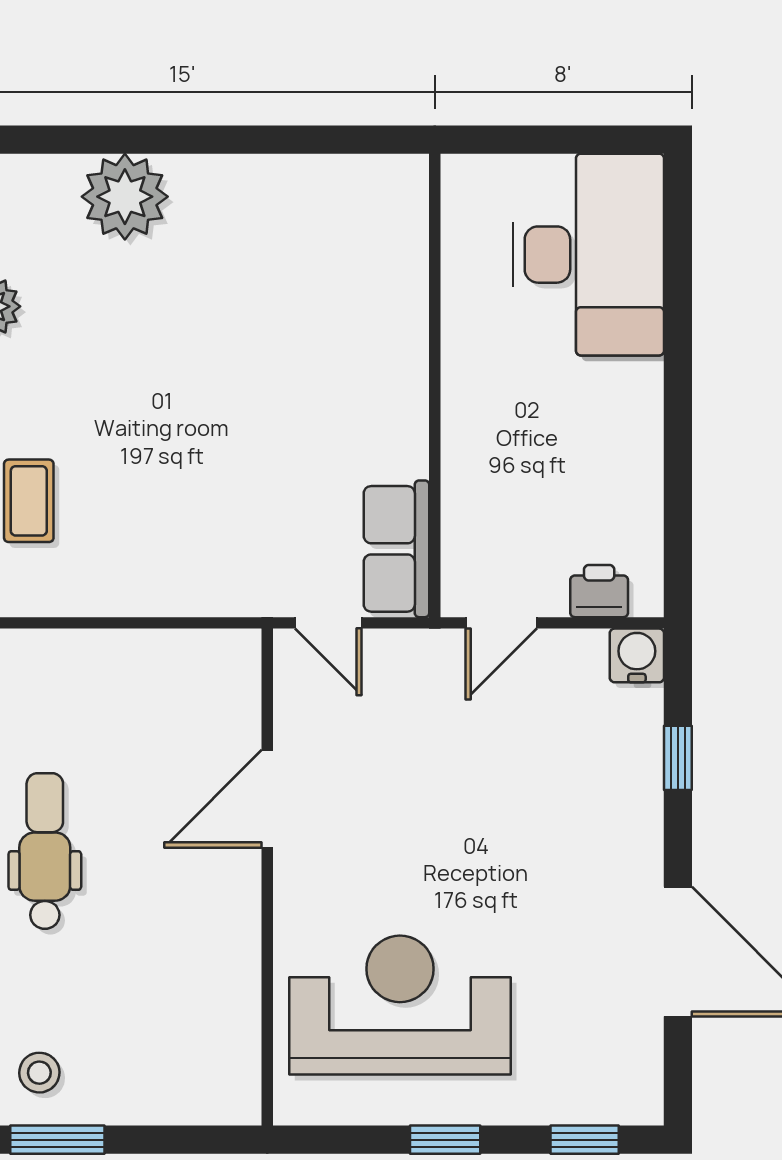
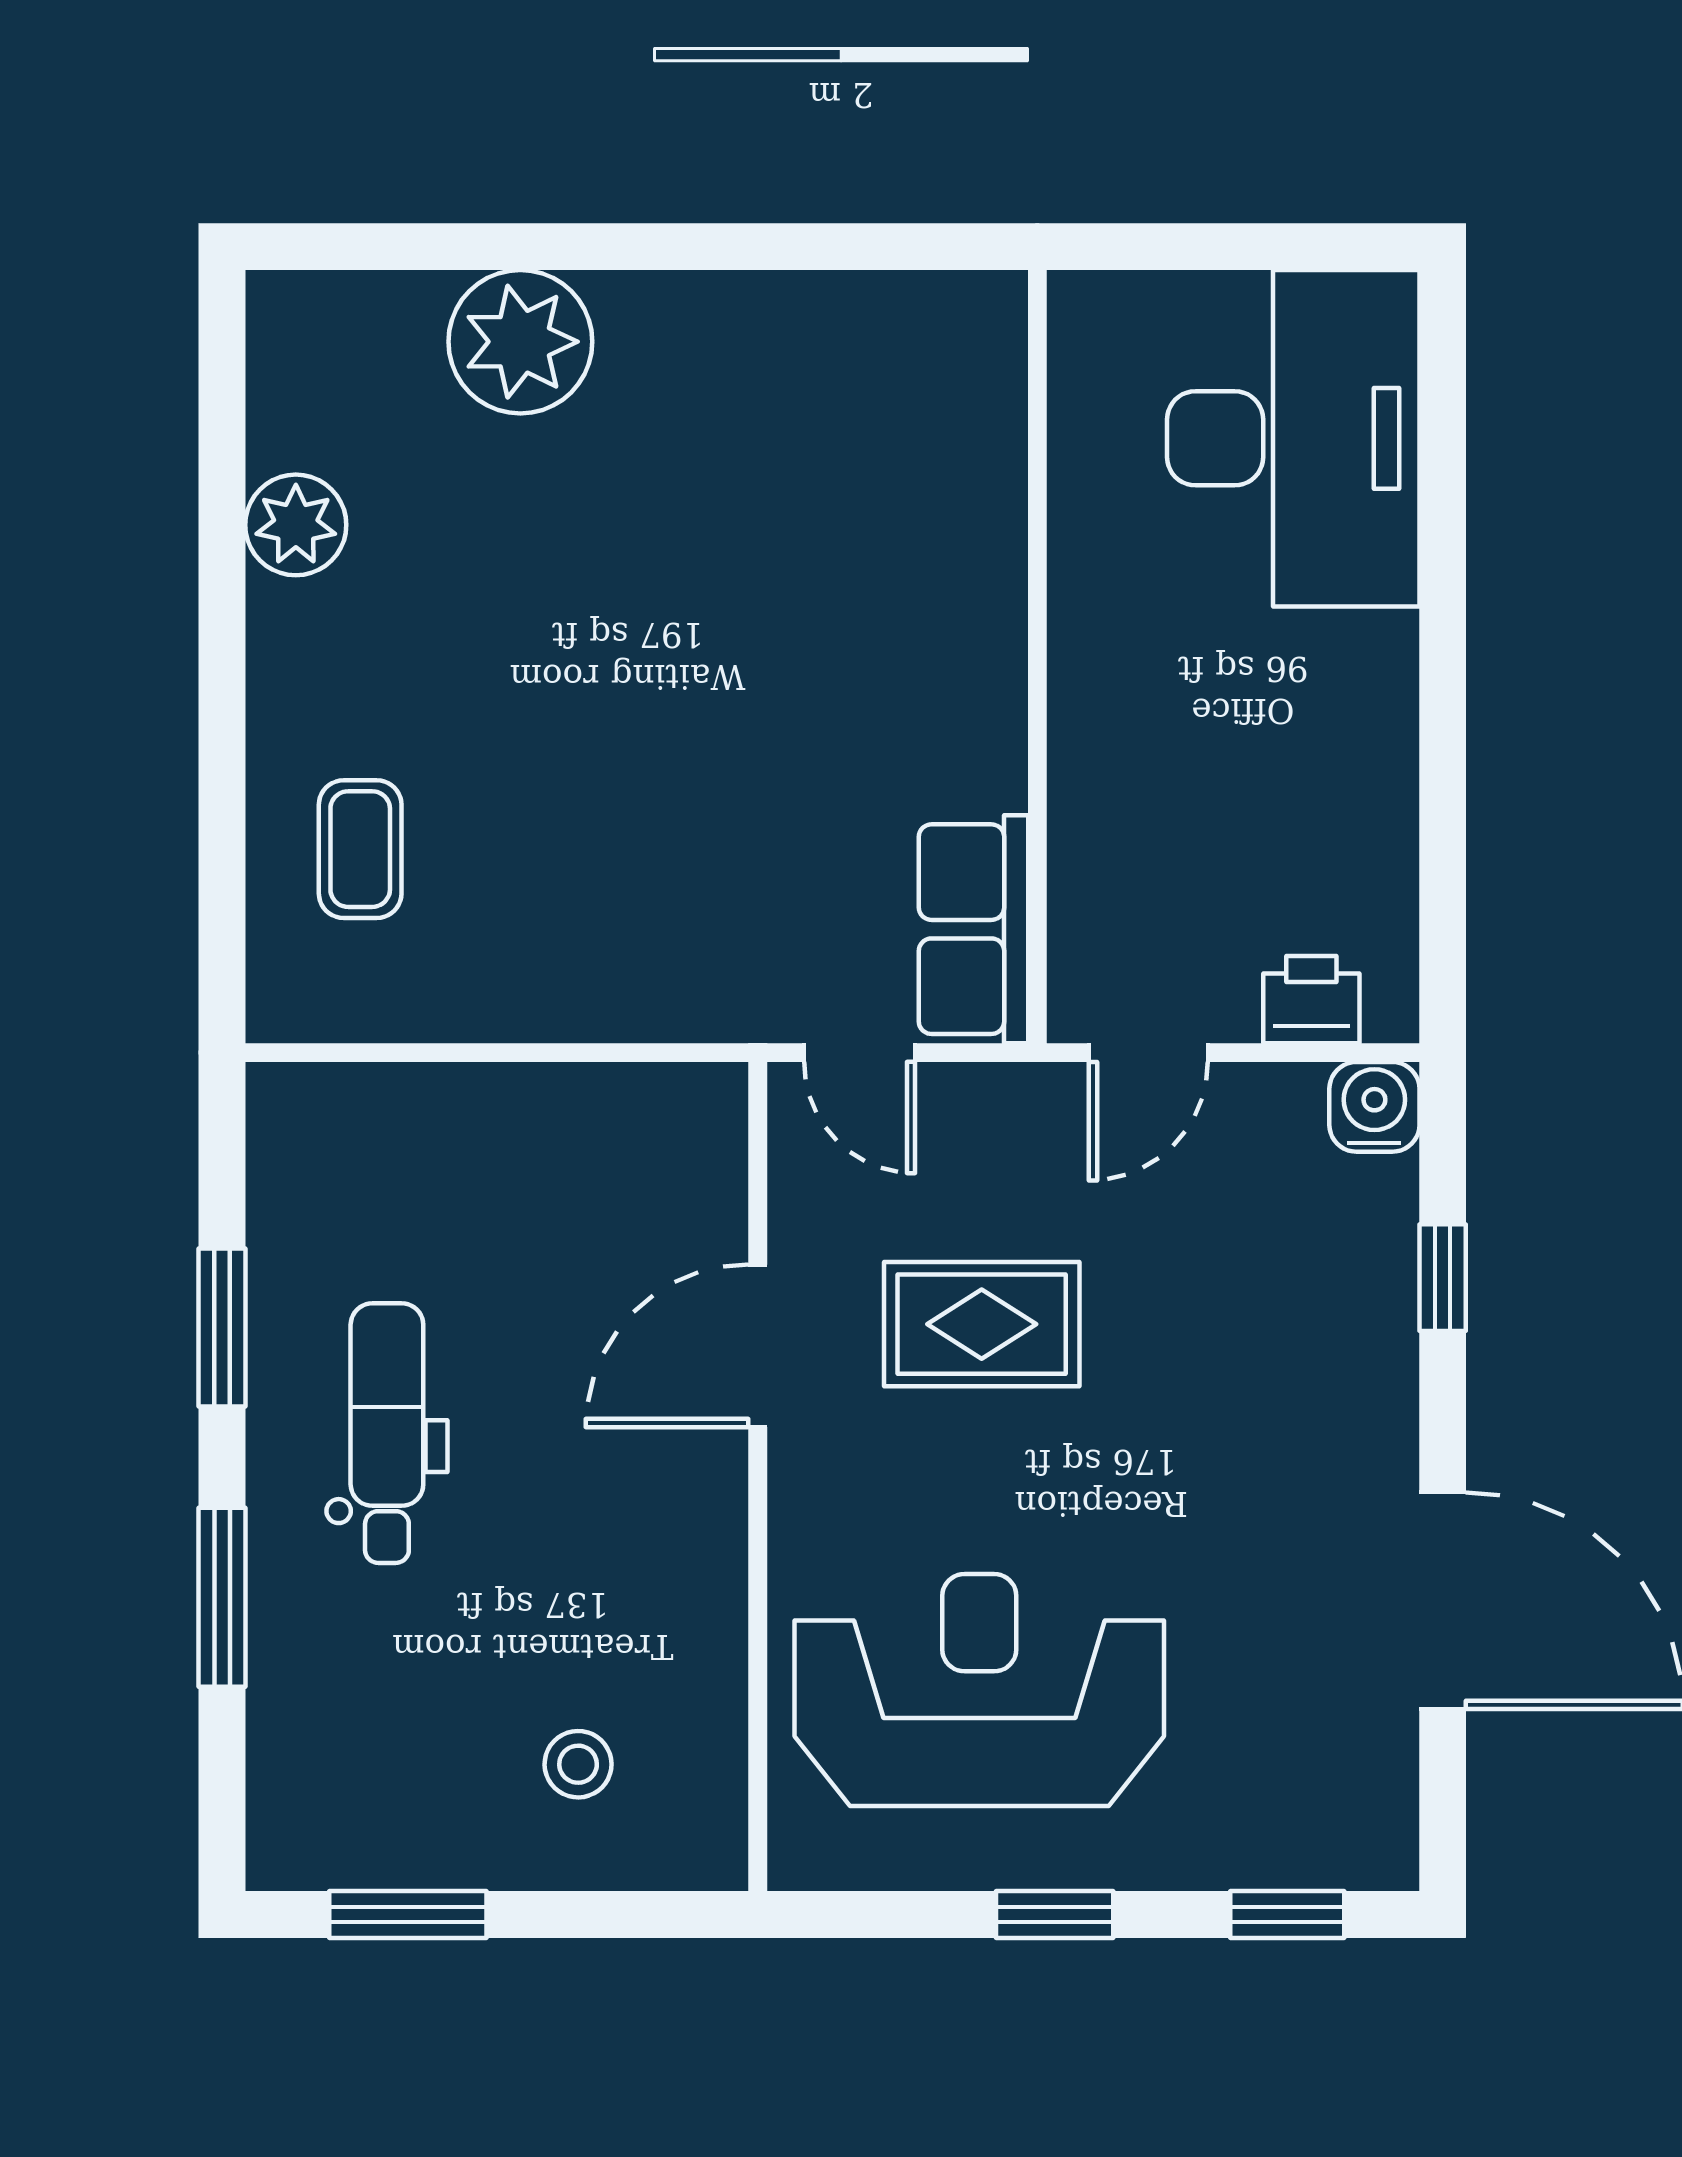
rug: (401, 786) -> (982, 1324), added
stool: (39, 1073) -> (578, 1764), moved

